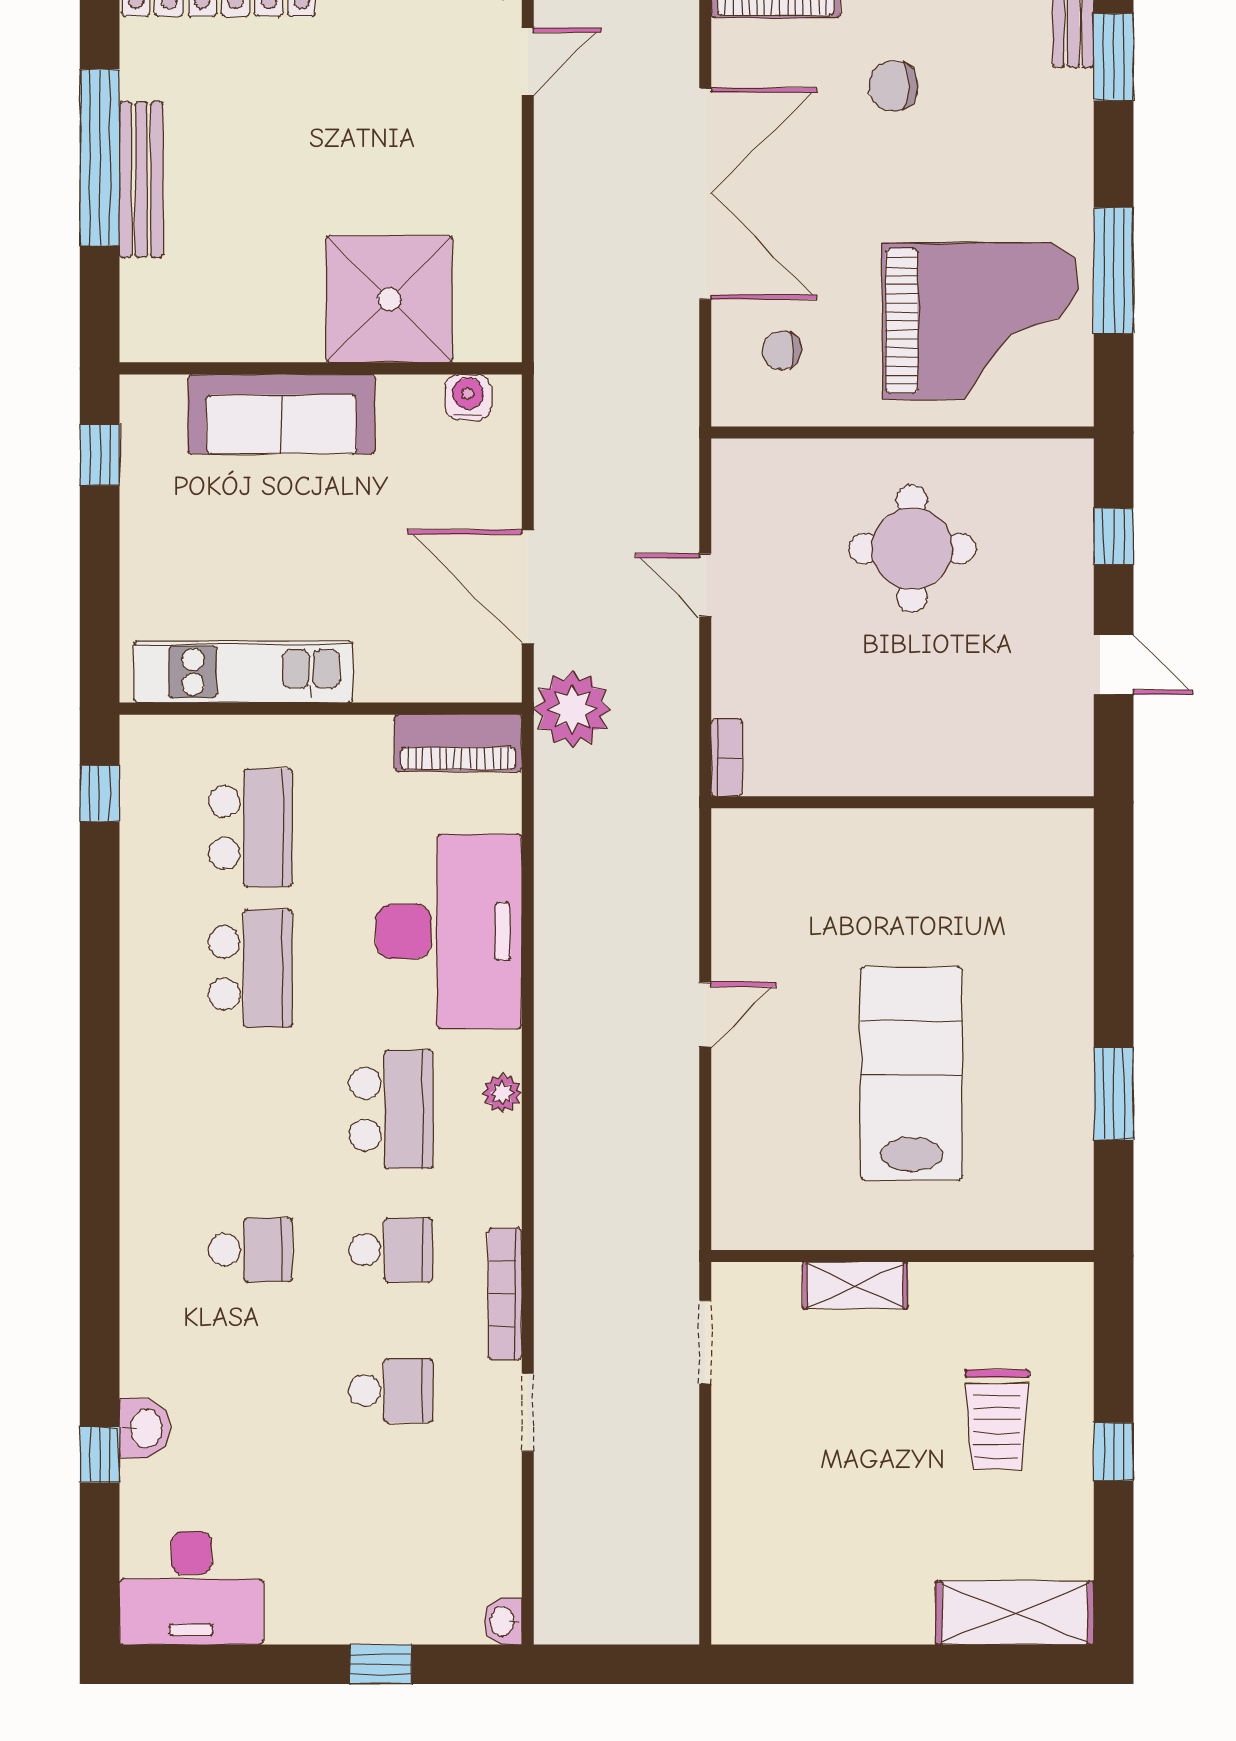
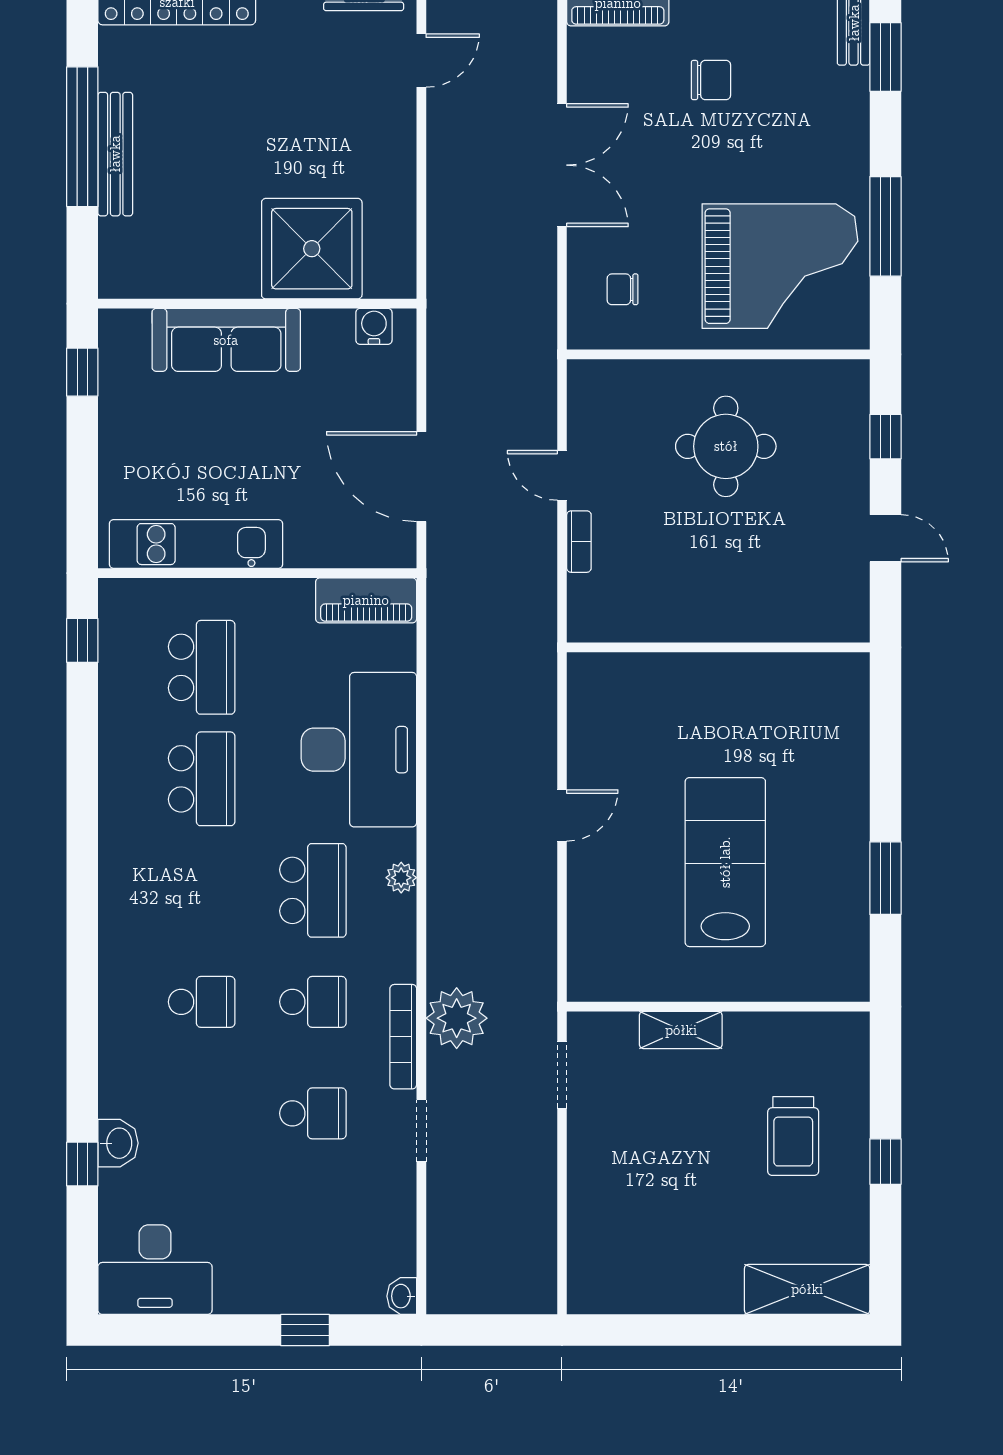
chair: (893, 86) -> (711, 80), turned 180
double door: (705, 194) -> (562, 165), width x0.73
plant: (572, 709) -> (457, 1018), moved
bookcase: (727, 758) -> (579, 542), moved

